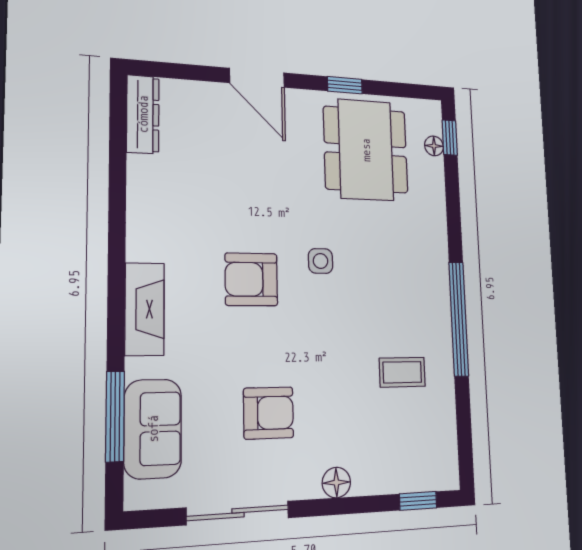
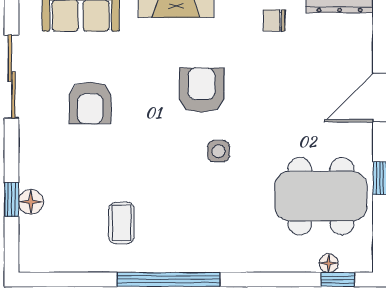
chair: (168, 192) -> (274, 20), added
floor lamp: (336, 483) -> (31, 202), moved
window: (418, 501) -> (12, 200), moved

